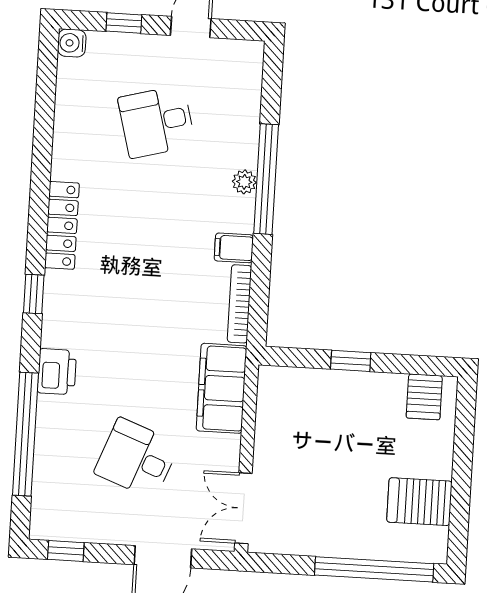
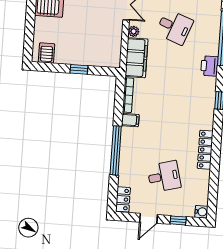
locker: (249, 69) -> (123, 199), added
plant: (244, 182) -> (134, 31), moved
locker: (62, 225) -> (205, 150), moved

